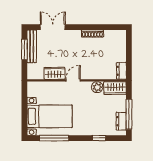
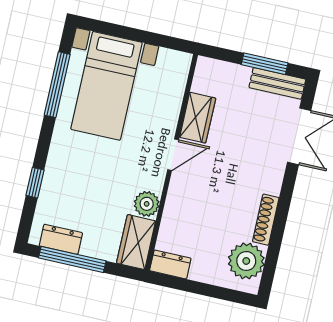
plant: (112, 38) -> (246, 261), added
bench: (32, 46) -> (277, 83), width x0.73
door: (73, 80) -> (173, 155), hinge flipped

